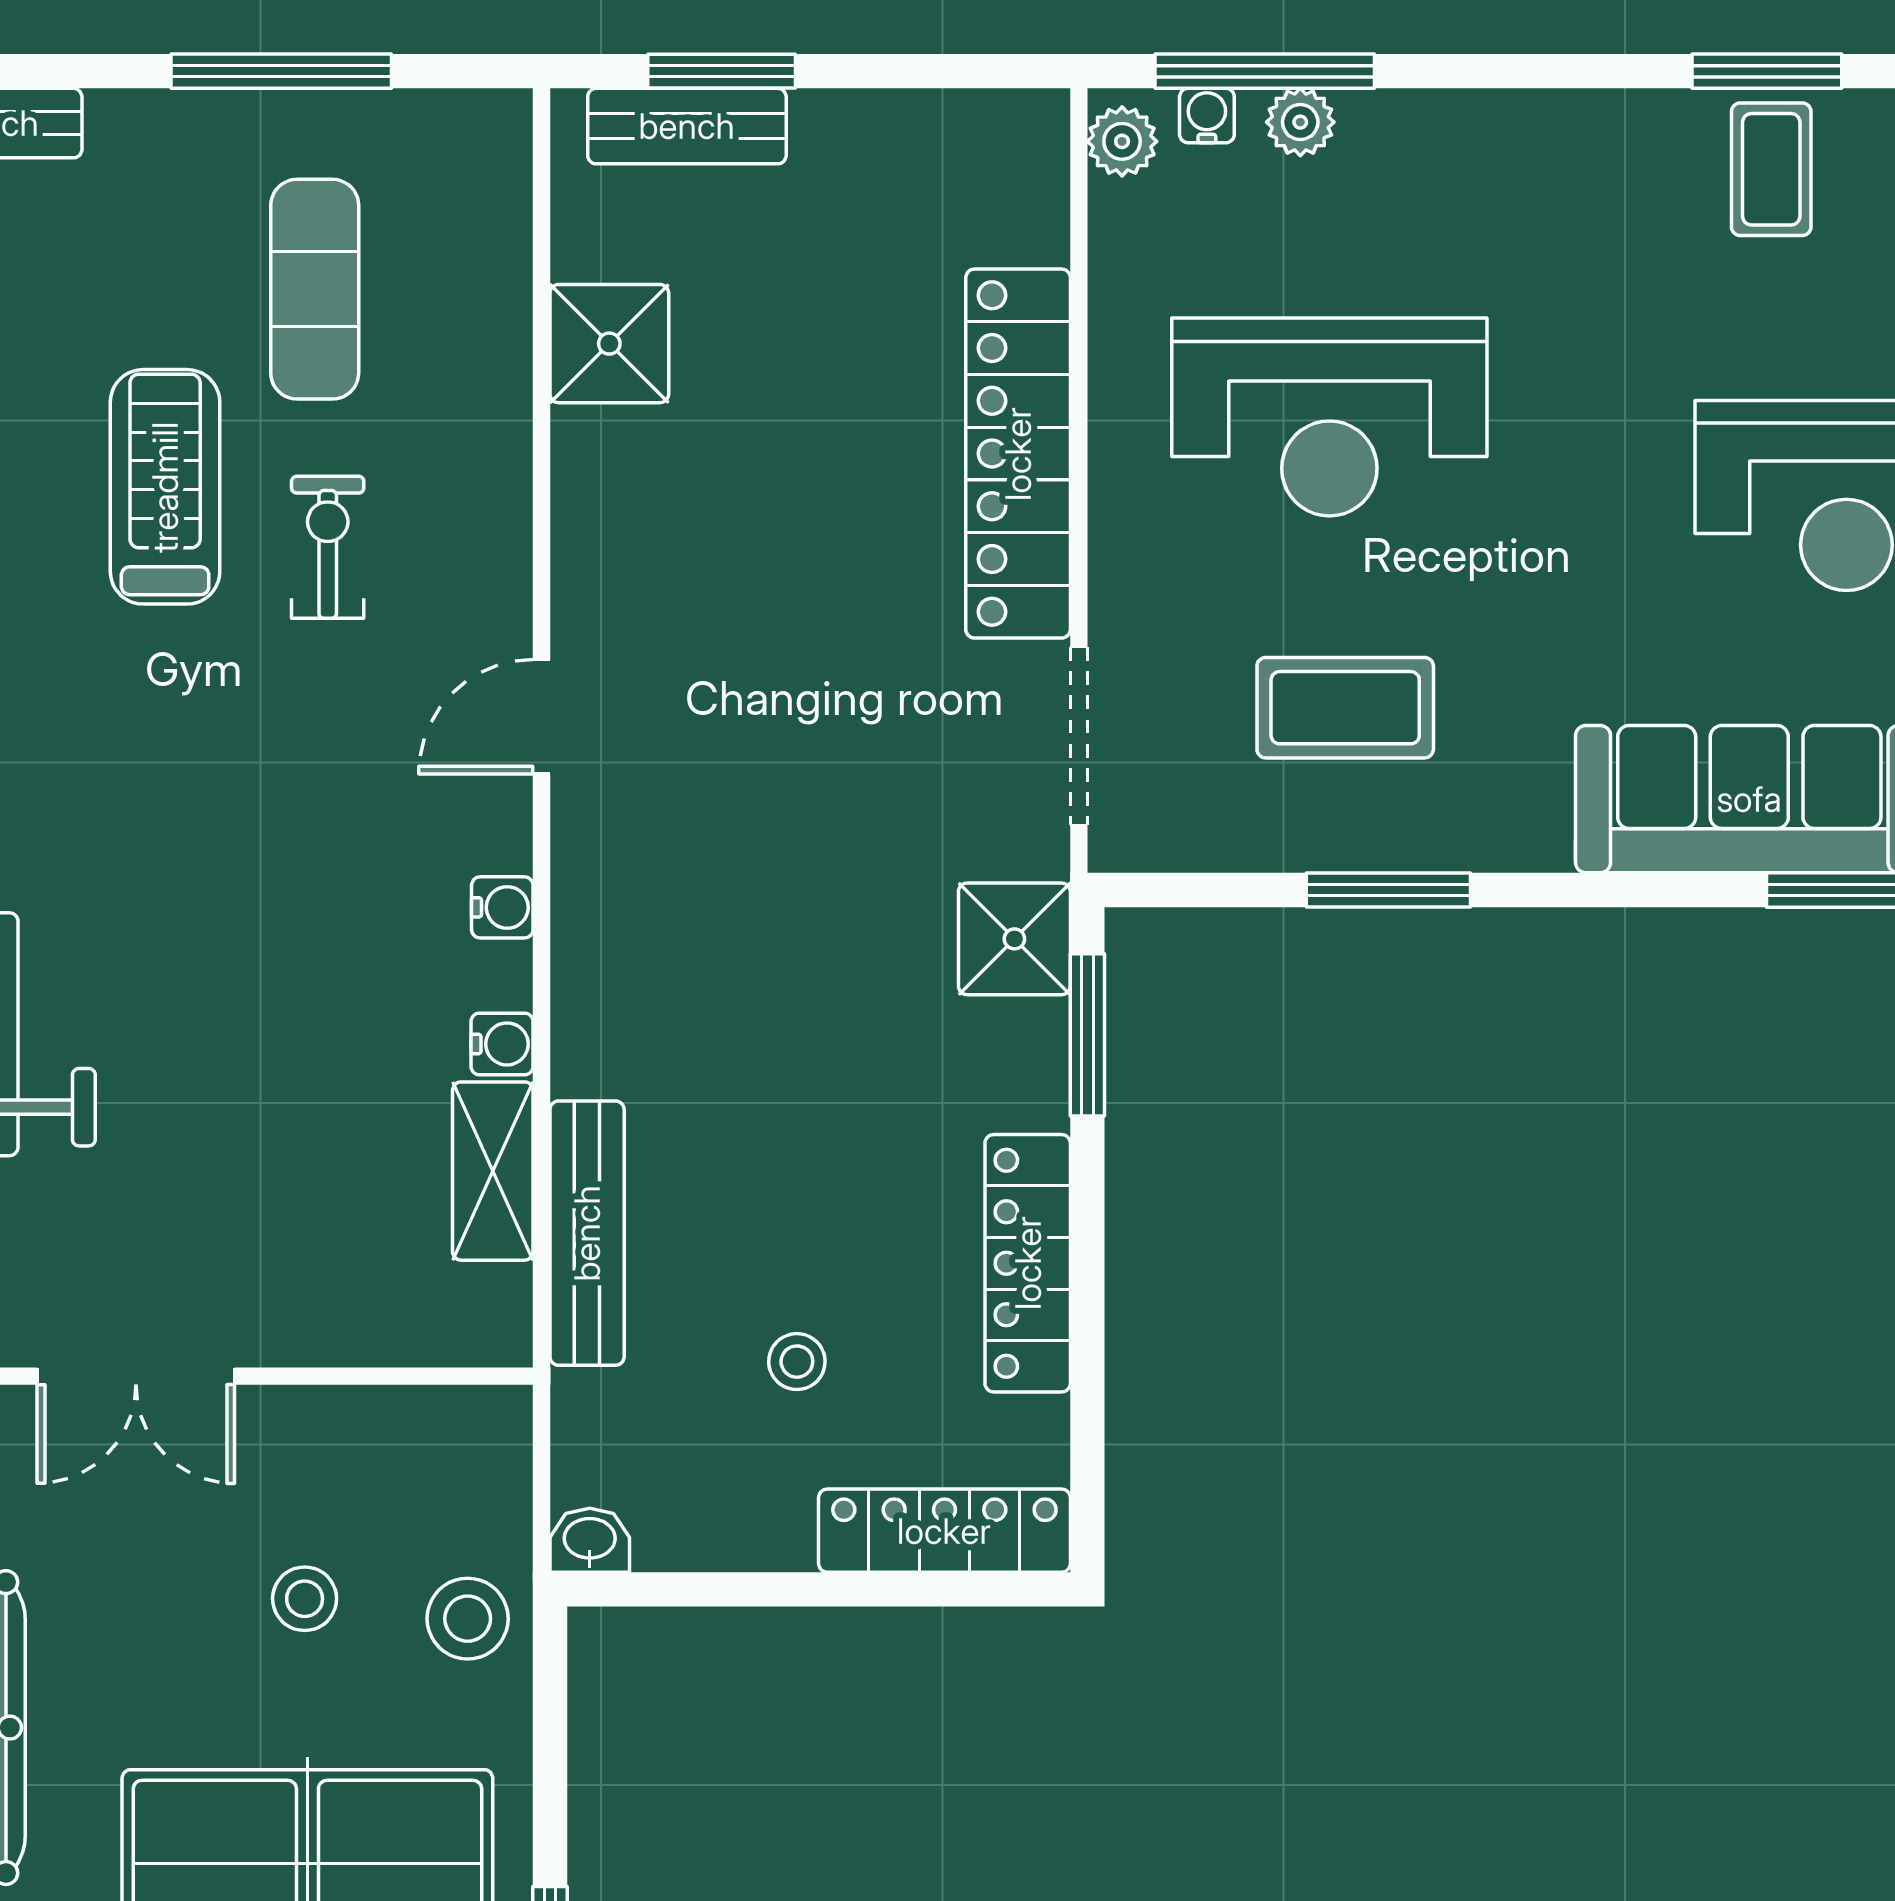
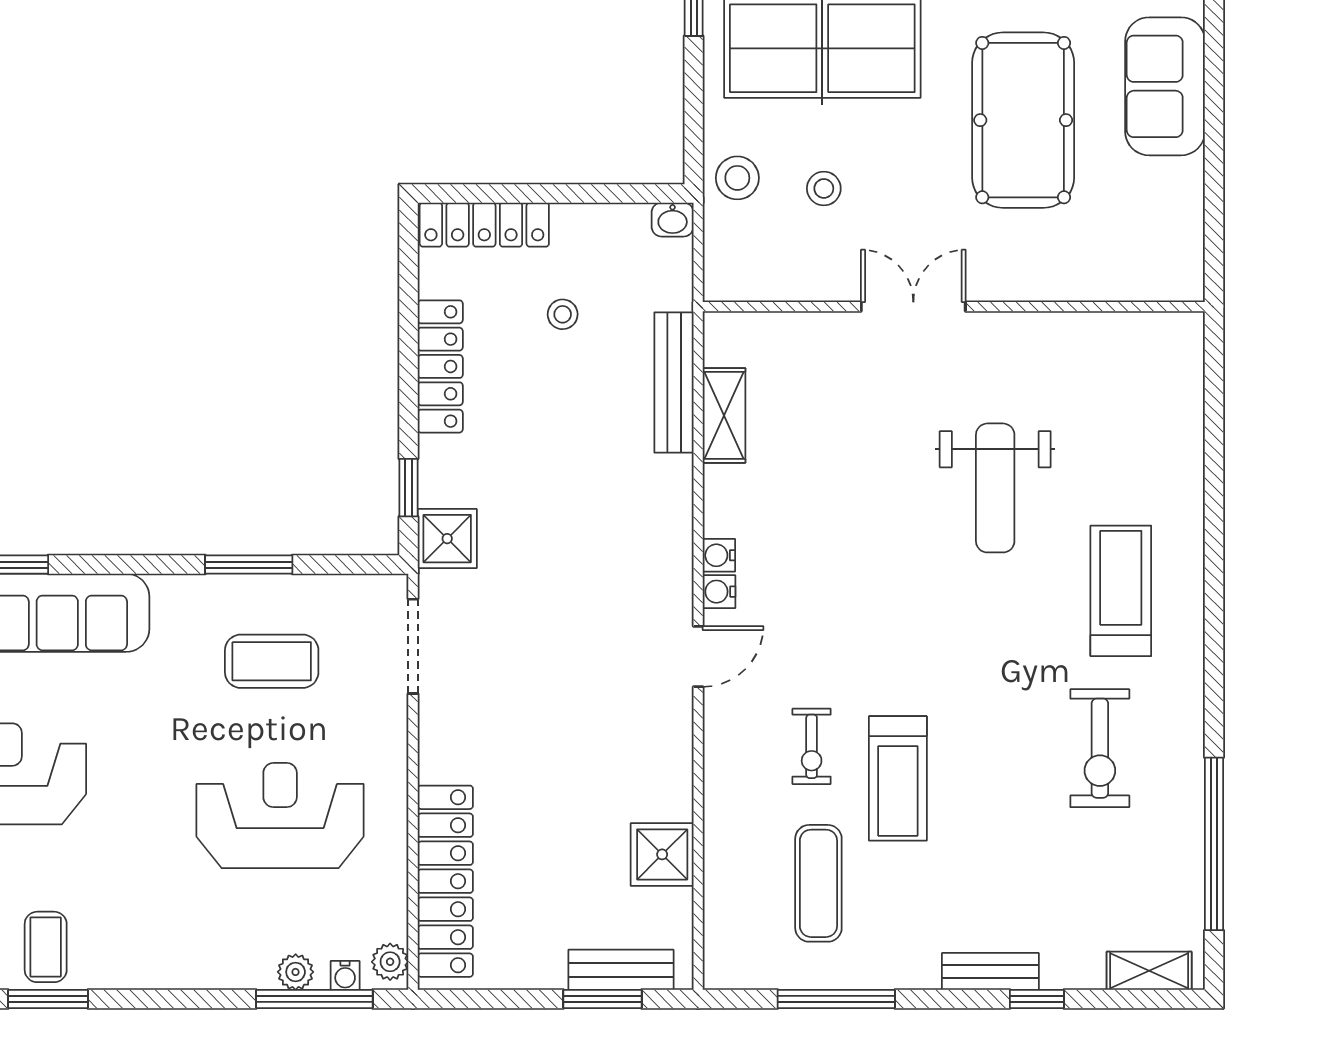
locker: (1018, 454) -> (445, 881), moved
window: (1087, 1035) -> (408, 488), width x0.67
water cooler: (502, 1044) -> (719, 592), moved

